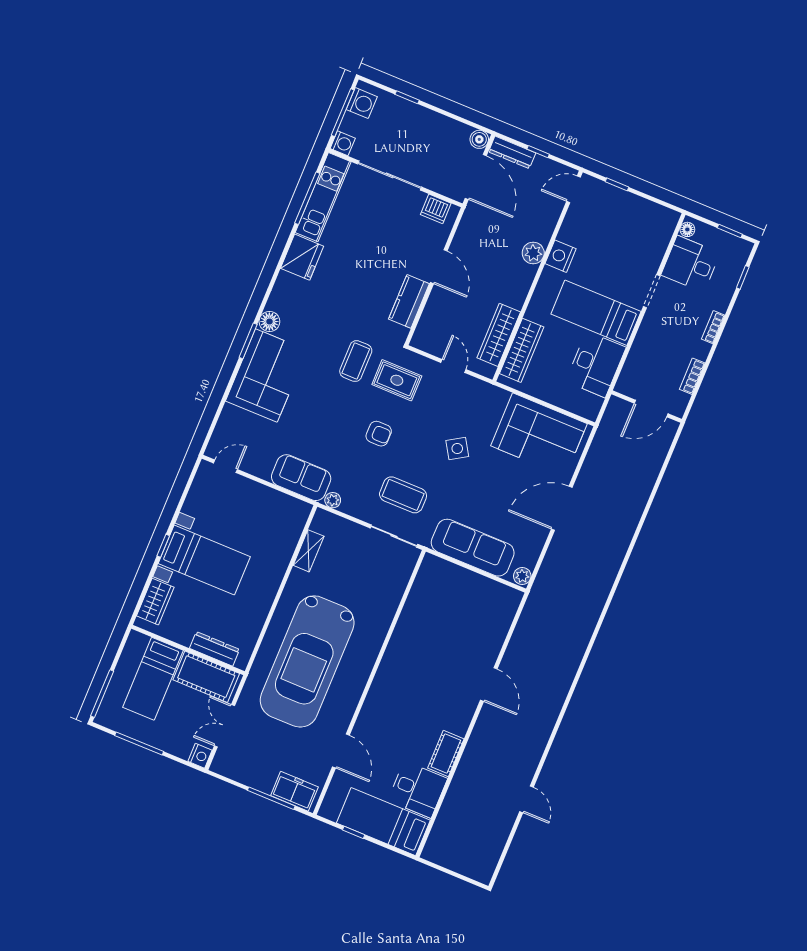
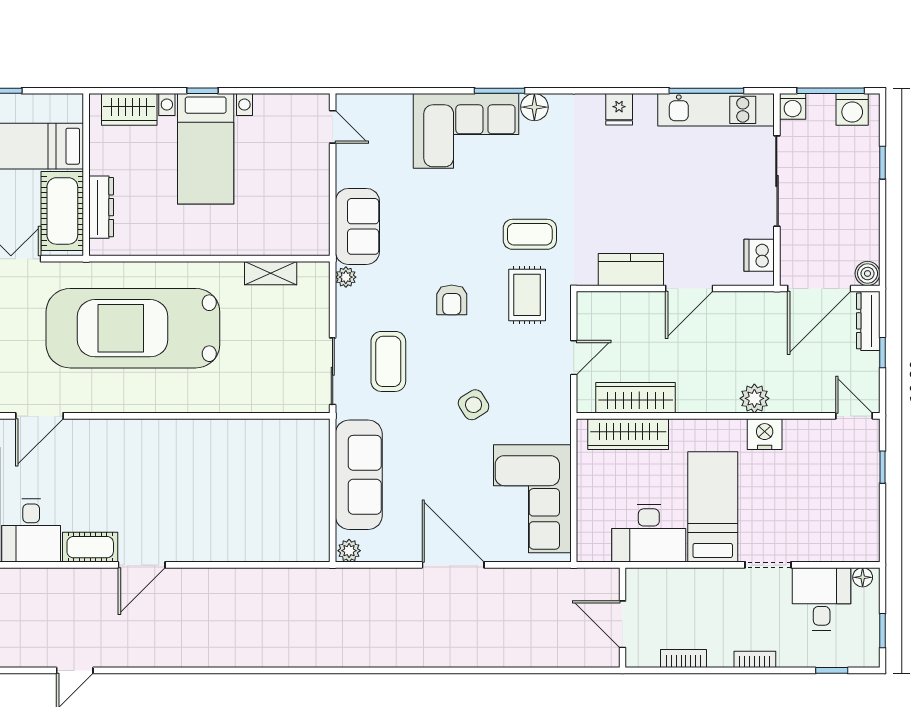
fridge: (302, 257) -> (619, 109), width x0.53, depth x0.75
door: (489, 685) -> (142, 565), moved

